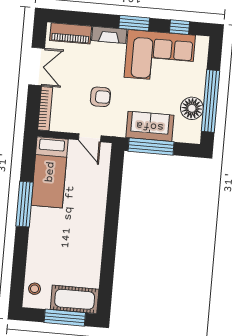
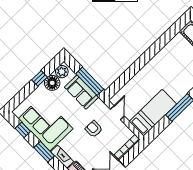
window: (211, 101) -> (39, 78), width x0.32
plant: (192, 130) -> (62, 72), added

